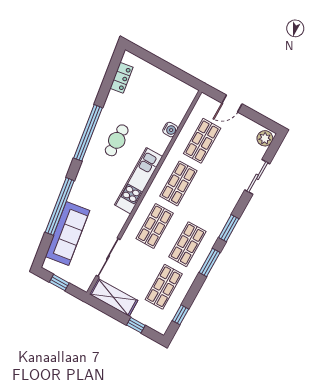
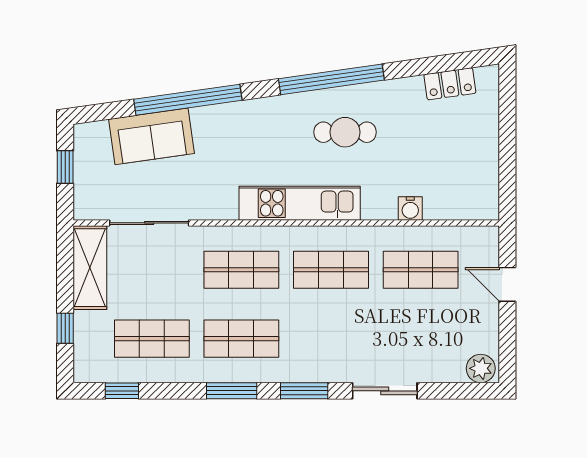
sliding door: (257, 177) -> (385, 391), moved
sofa: (67, 233) -> (151, 136), width x0.73

